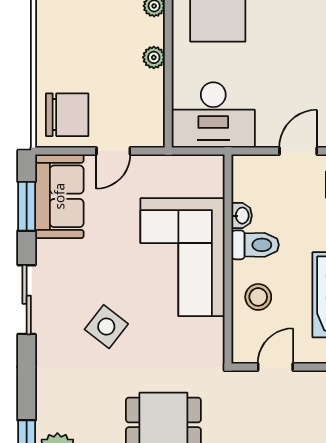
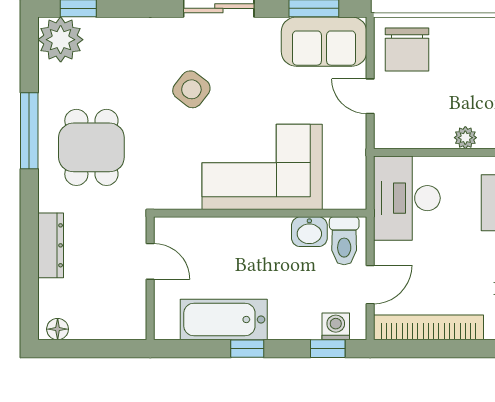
door: (298, 151) -> (370, 285), hinge flipped
washbasin: (242, 216) -> (309, 232), width x1.38, depth x1.45
toilet: (255, 245) -> (344, 241), moved
stool: (258, 297) -> (222, 244), removed

